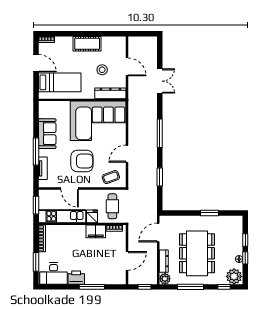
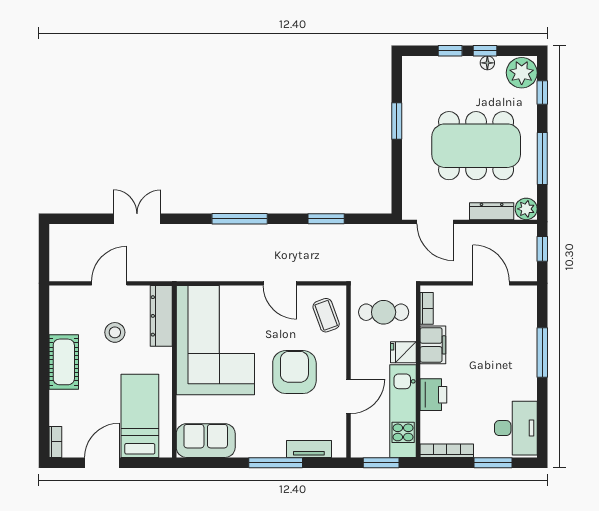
sofa: (47, 134) -> (206, 441), moved
printer: (76, 278) -> (433, 395), moved, turned 180

